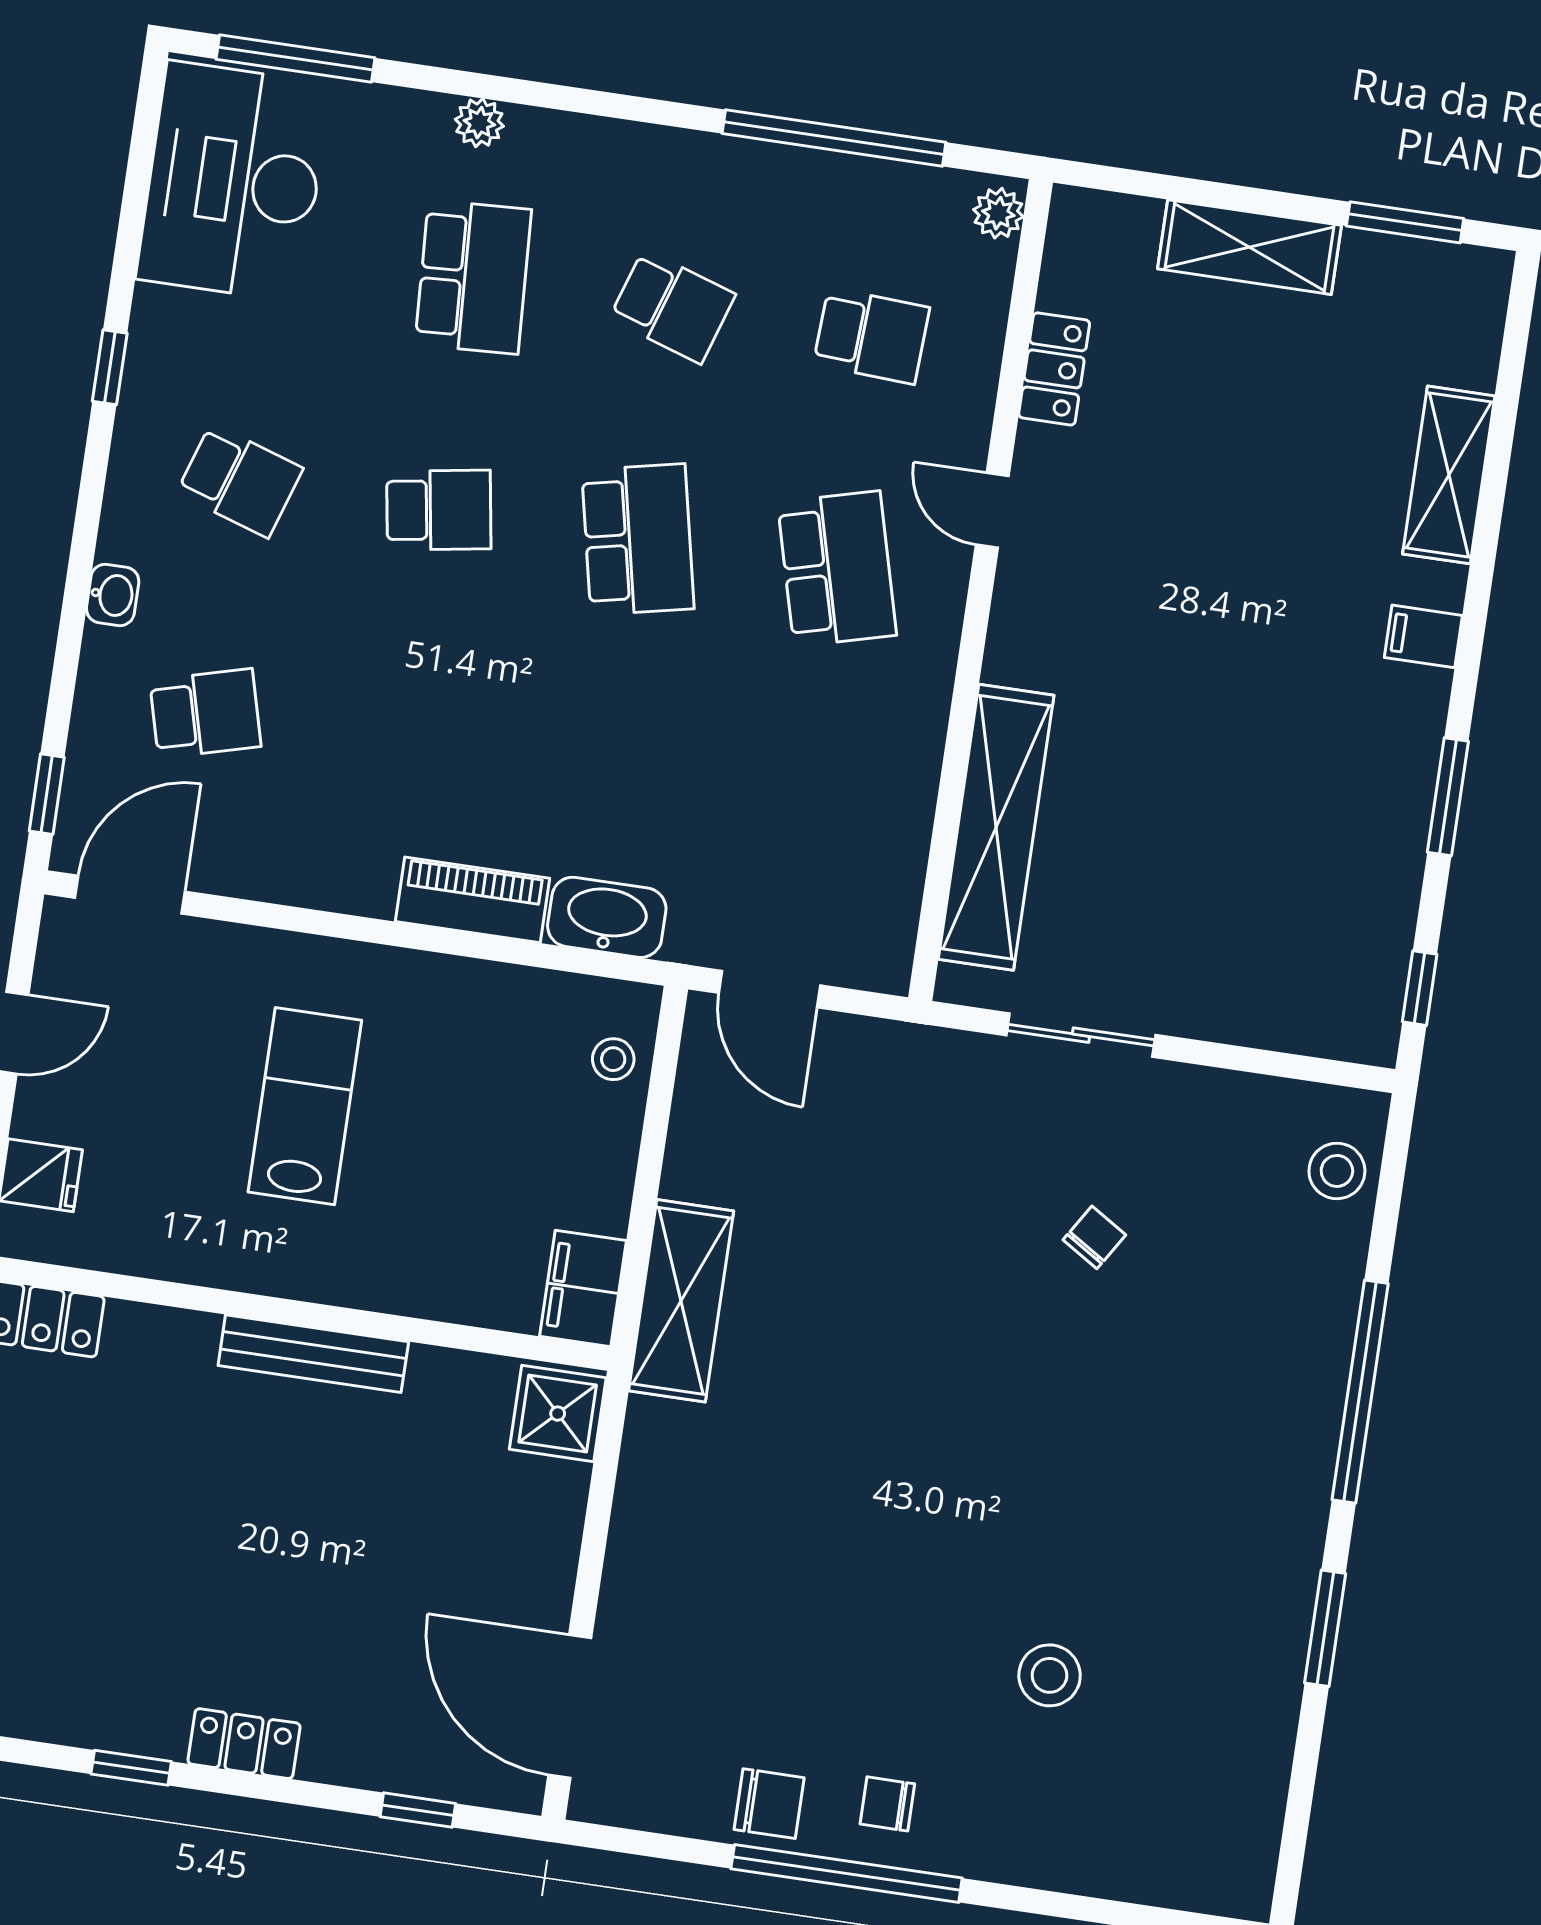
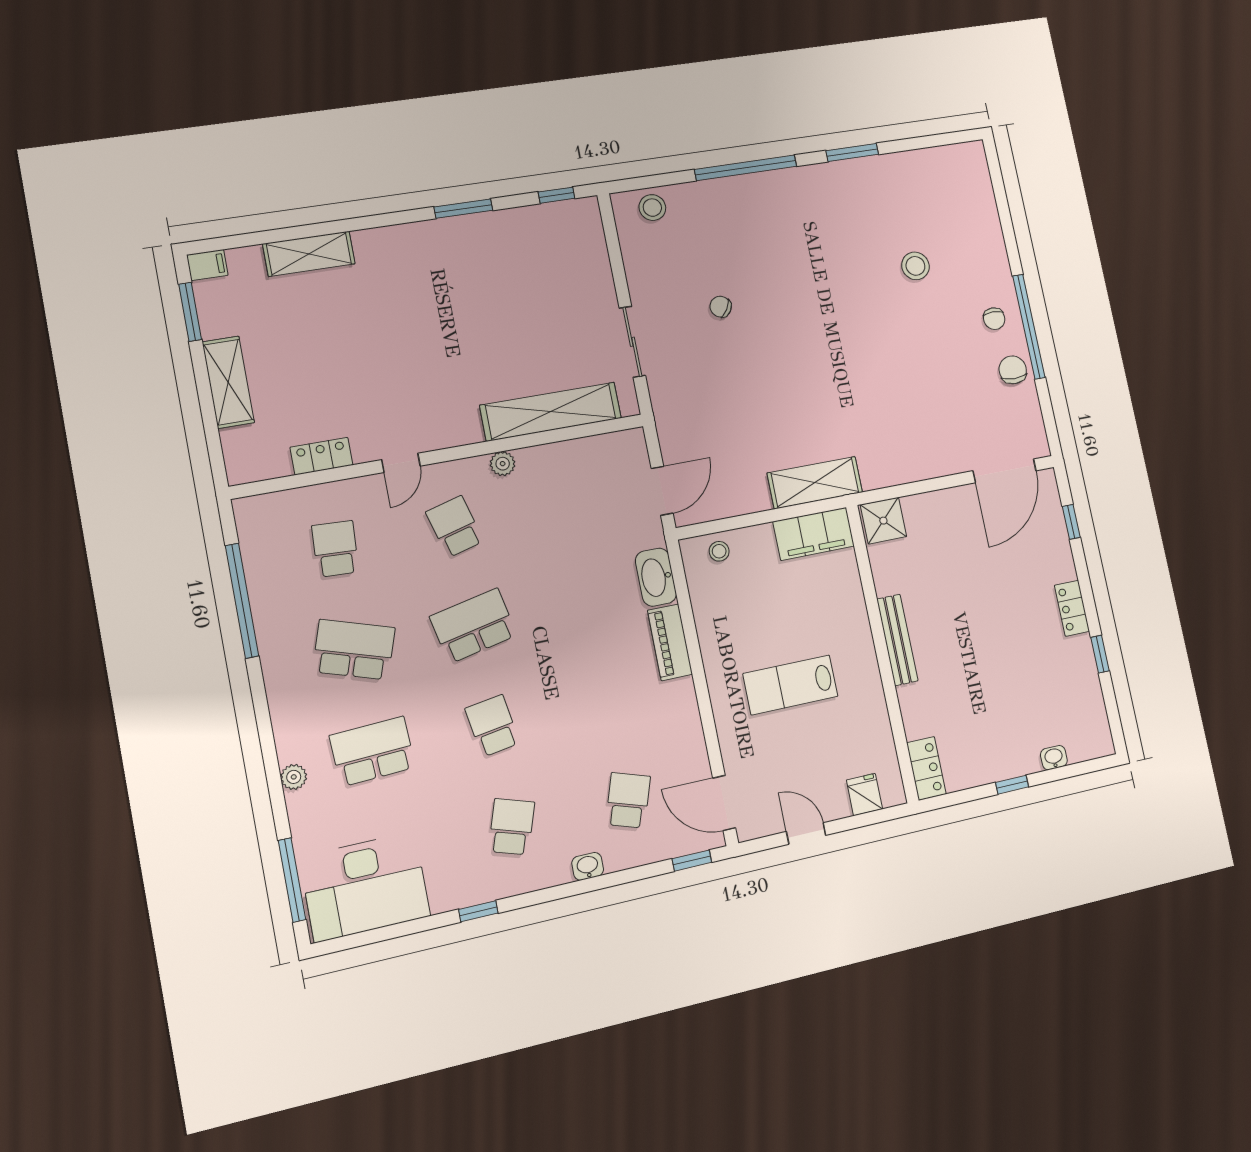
plant: (998, 213) -> (503, 464), moved
school desk: (672, 306) -> (354, 650), width x1.85
school desk: (837, 569) -> (455, 527), width x0.54
filing cabinet: (1423, 636) -> (207, 265), moved, turned -90
school desk: (205, 713) -> (628, 800), turned 33
filing cabinet: (583, 1288) -> (814, 534), width x1.50, depth x1.17

